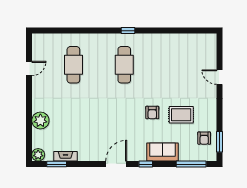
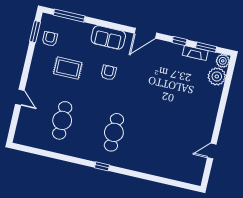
cafe table: (73, 65) -> (62, 120), moved
armchair: (152, 113) -> (109, 73), moved
plant: (40, 121) -> (217, 76), moved
sofa: (163, 152) -> (108, 37), moved
window: (146, 164) -> (179, 41), moved

